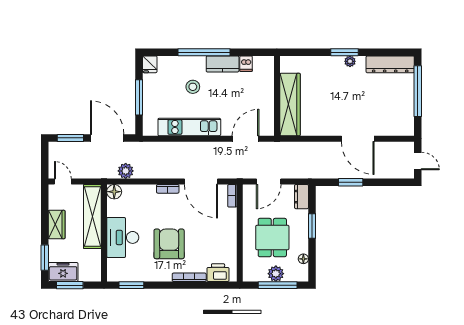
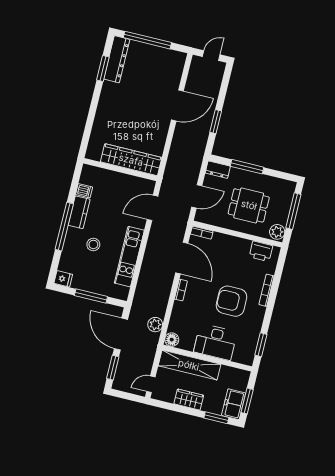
window: (344, 52) -> (103, 68), moved
plant: (350, 61) -> (105, 95), removed
door: (107, 138) -> (121, 334), hinge flipped
door: (246, 139) -> (152, 208), hinge flipped
door: (201, 182) -> (182, 258), hinge flipped
door: (269, 182) -> (197, 196), hinge flipped
window: (312, 226) -> (247, 167), width x1.44
floor lamp: (303, 259) -> (275, 182), removed
printer: (218, 273) -> (261, 251), moved, turned -90
plant: (276, 274) -> (277, 232), moved

